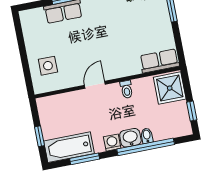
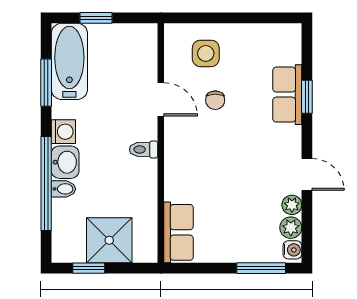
chair: (75, 54) -> (215, 100), added
door: (95, 85) -> (161, 99), moved
shower: (170, 88) -> (109, 240), moved
toilet: (127, 89) -> (144, 149), moved

